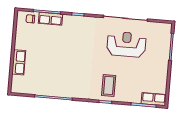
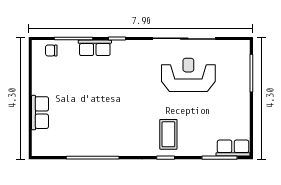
row of seats: (50, 19) -> (95, 48), moved

